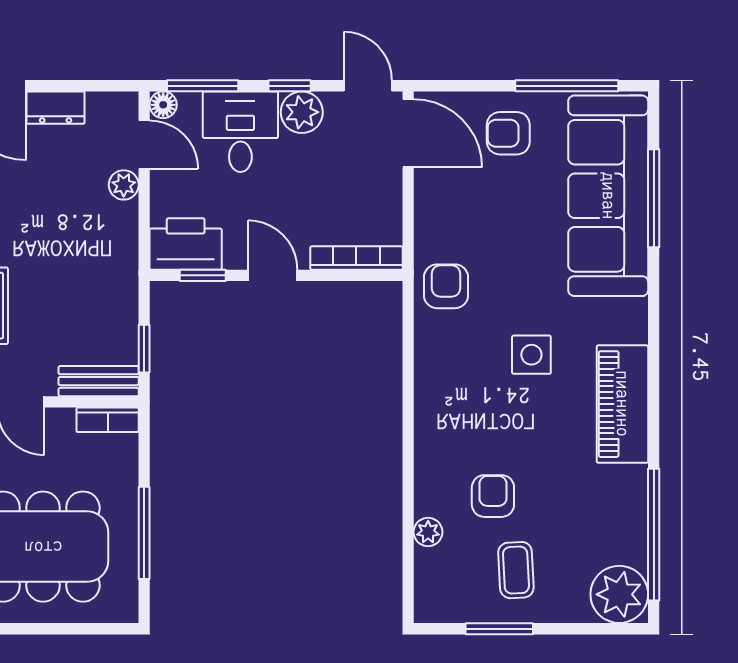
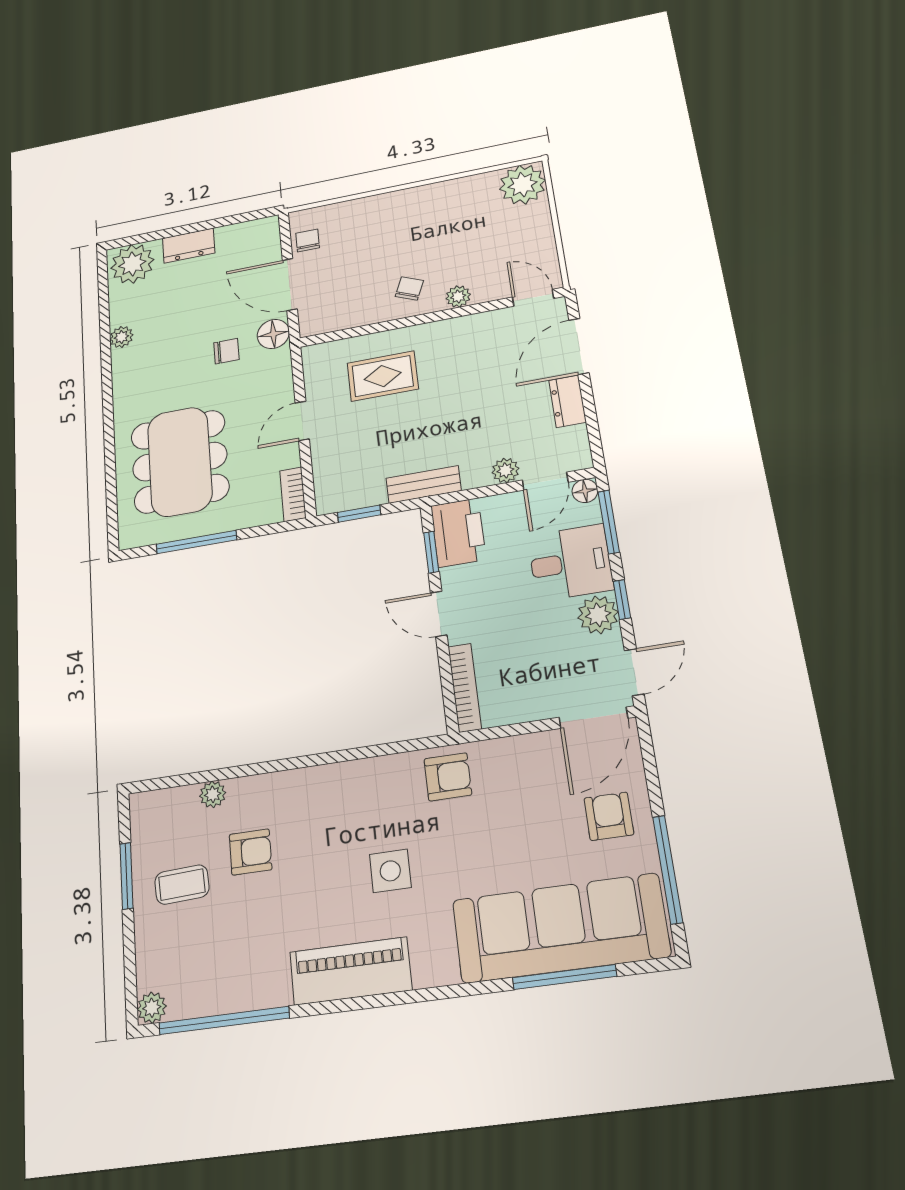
door: (273, 275) -> (439, 614), swing flipped
bench: (99, 381) -> (424, 484), moved, turned 90
plant: (619, 594) -> (152, 1008), width x0.53, depth x0.53

